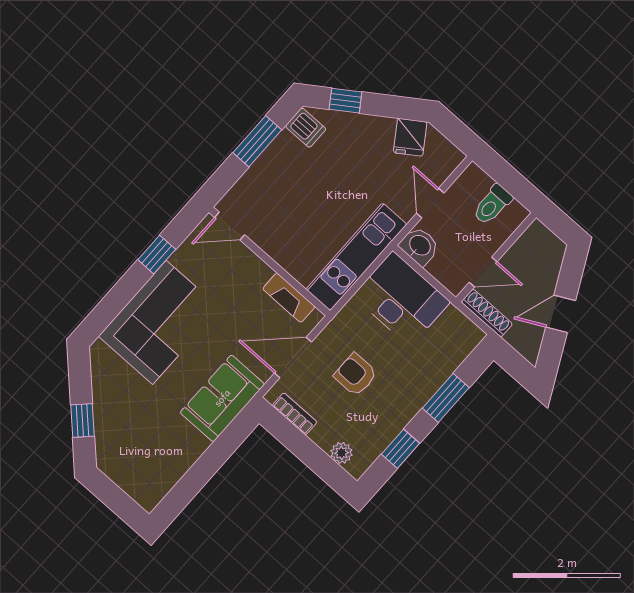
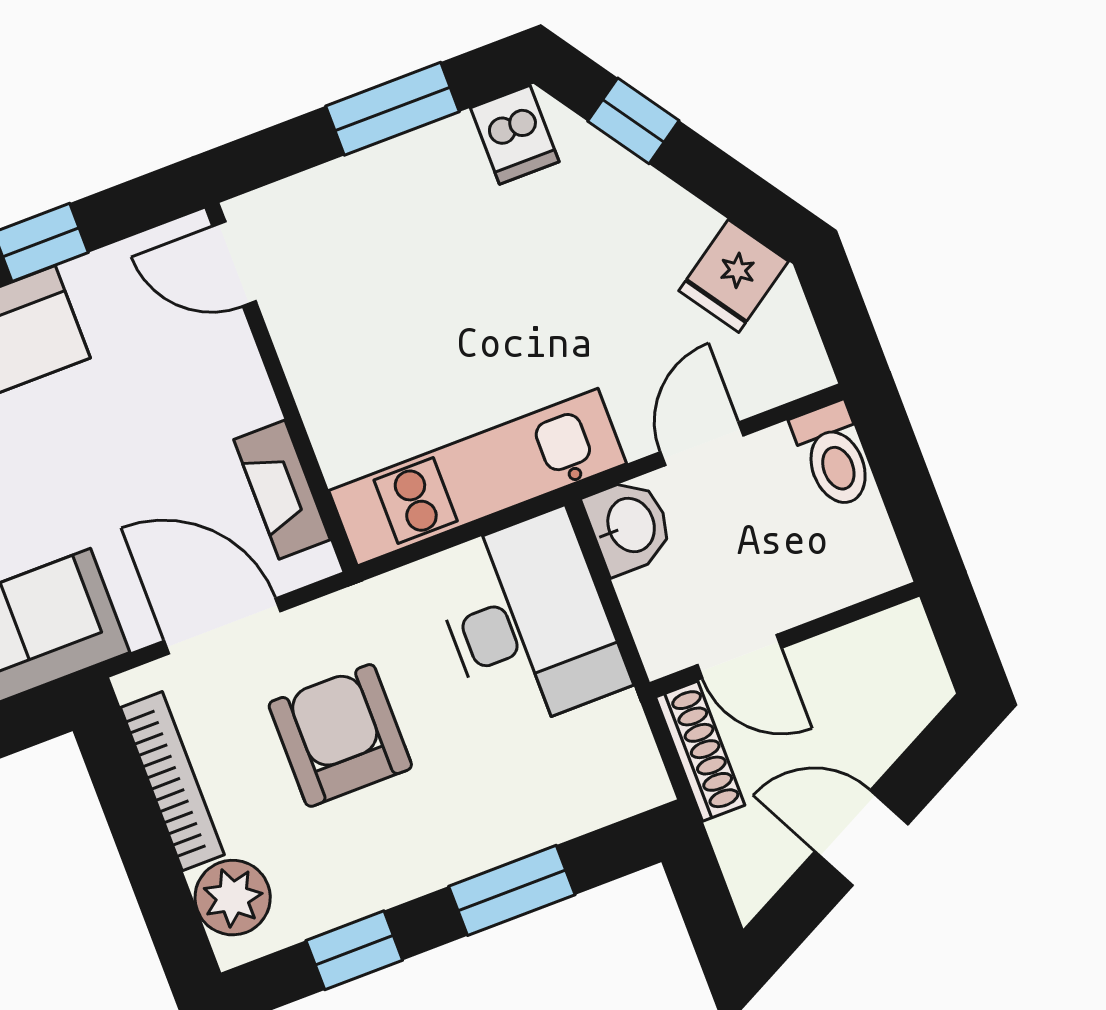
toilet: (492, 205) -> (833, 455), moved, turned -90
armchair: (355, 375) -> (340, 735), width x1.38, depth x1.38
bookcase: (295, 414) -> (172, 781), width x1.56
plant: (342, 453) -> (233, 898), width x1.38, depth x1.38

